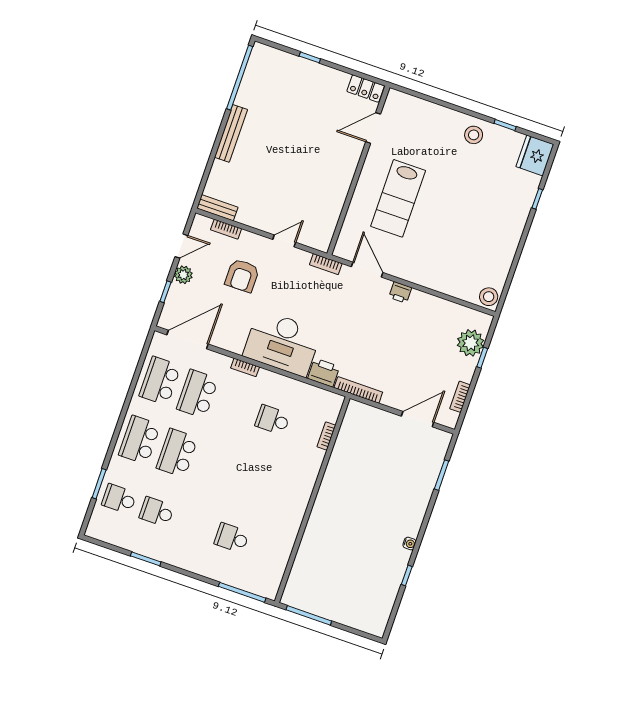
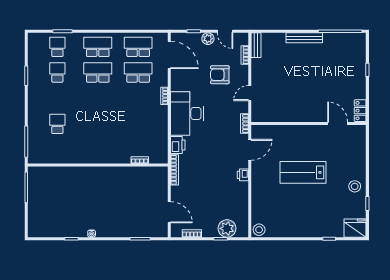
lab bench: (398, 198) -> (303, 172), moved
door: (284, 241) -> (250, 93), swing flipped
school desk: (273, 420) -> (138, 124), removed

